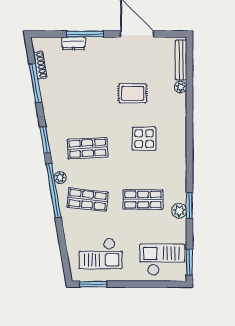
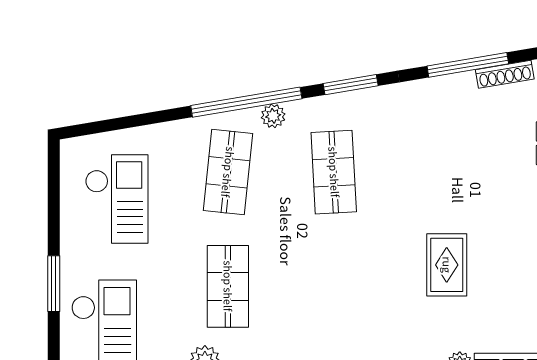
display table: (144, 139) -> (353, 289), removed
checkout: (101, 254) -> (117, 199), turned 180
window: (93, 284) -> (54, 284), moved

